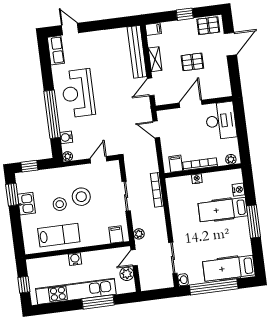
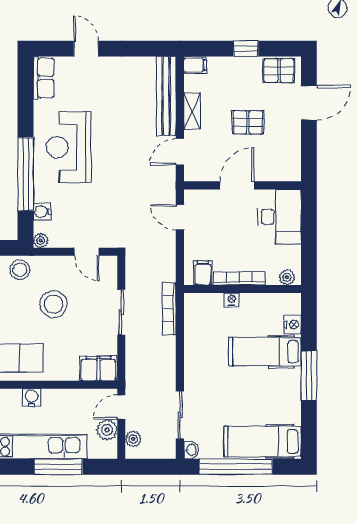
door: (70, 29) -> (86, 49), moved
door: (98, 160) -> (87, 252), swing flipped
stool: (60, 204) -> (20, 270), moved
plant: (139, 234) -> (133, 439), moved
filing cabinet: (116, 235) -> (98, 368), width x2.00

